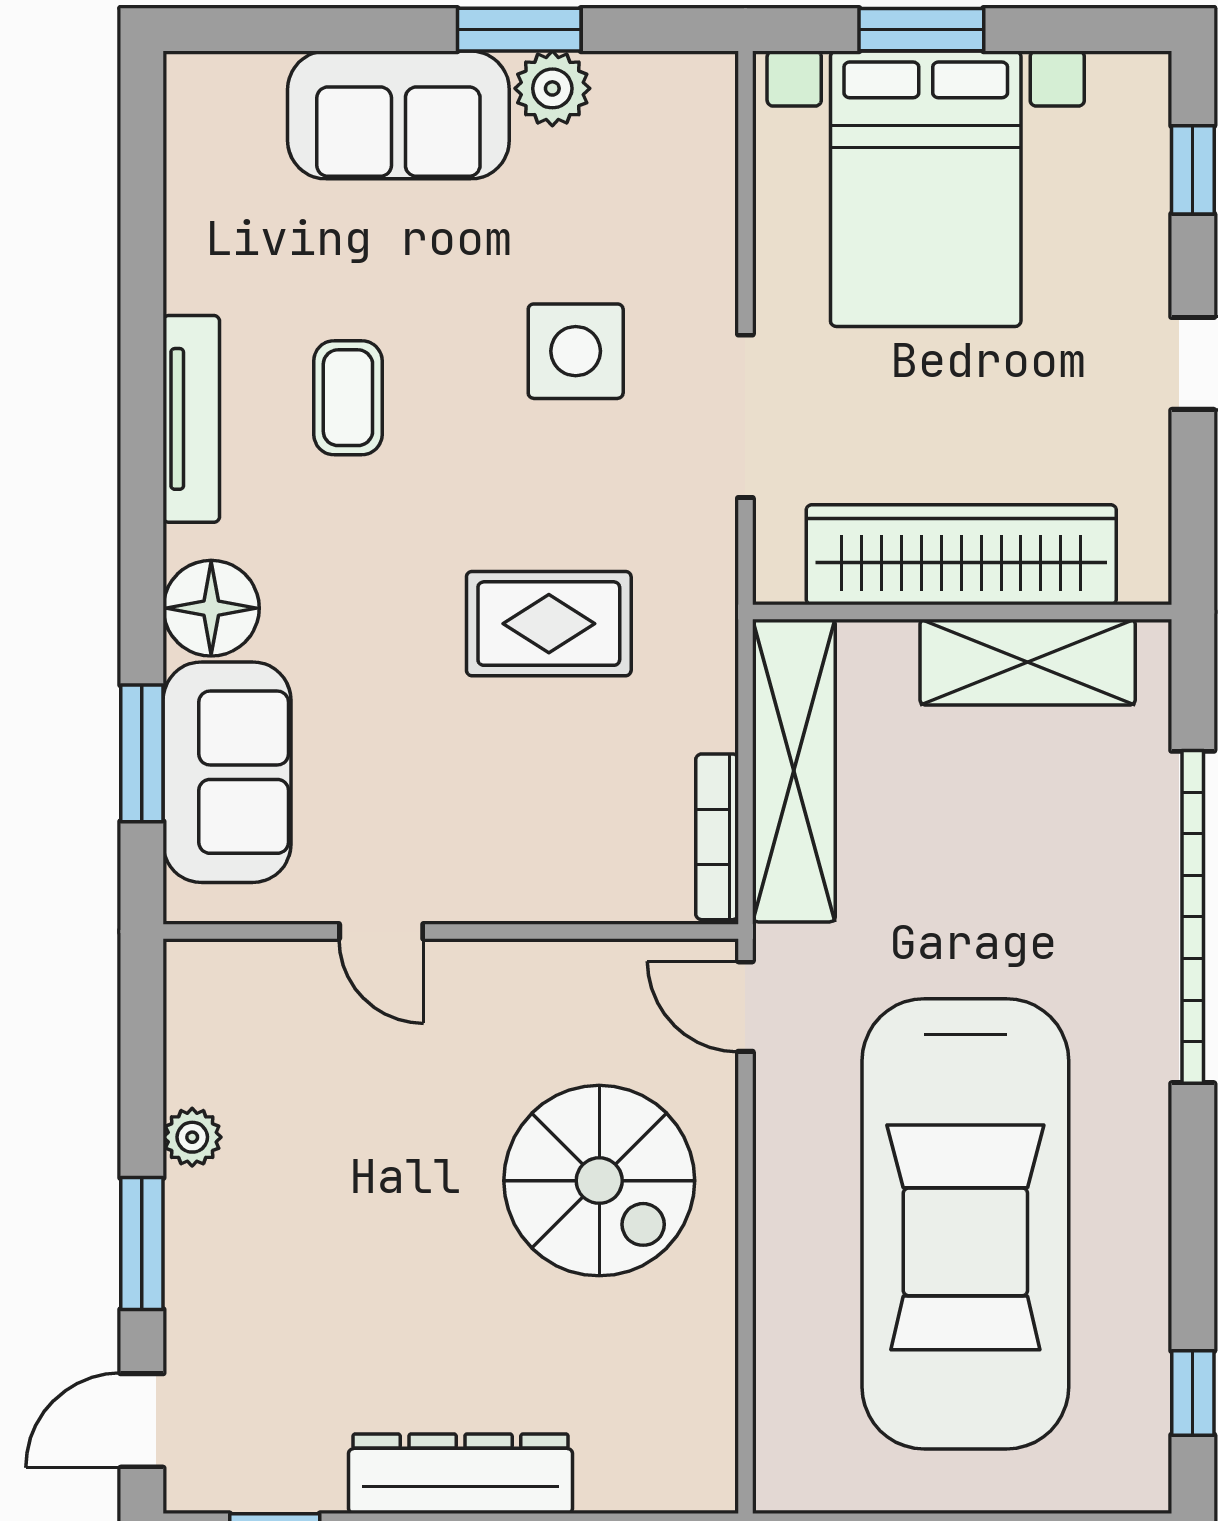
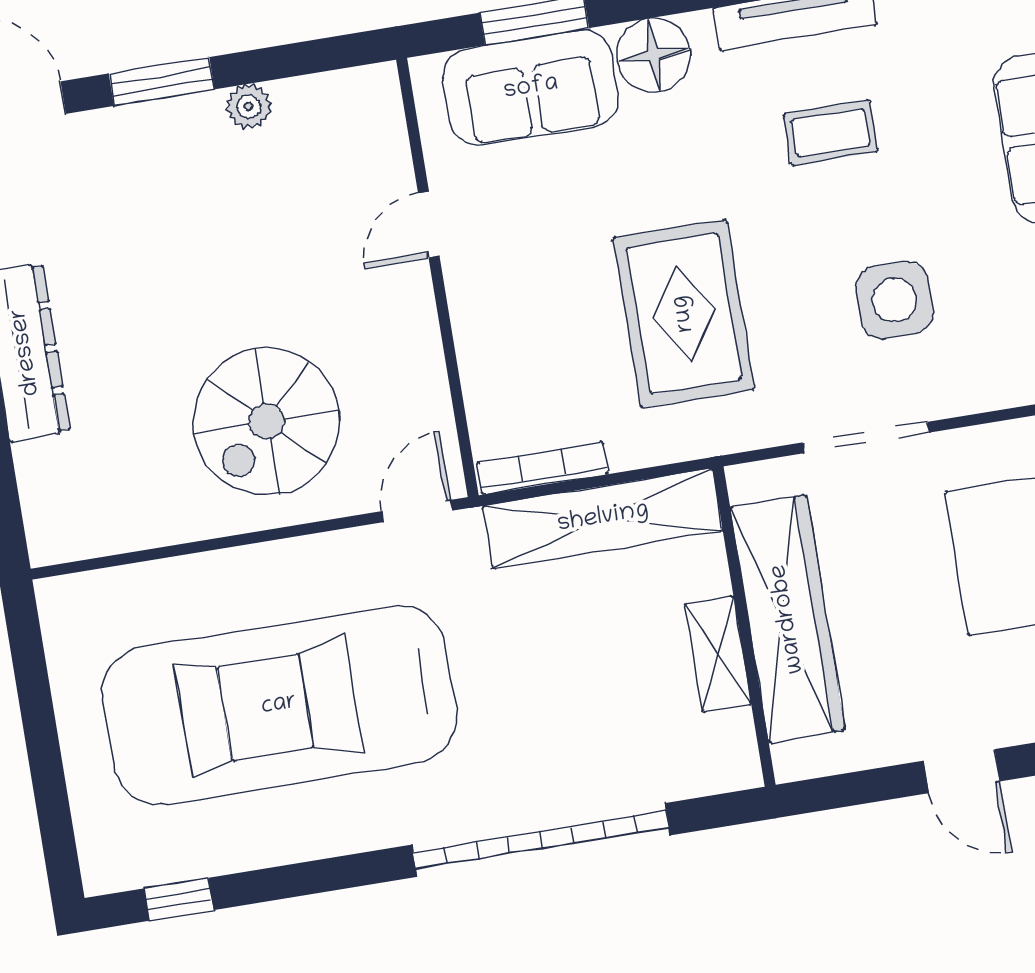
rug: (549, 624) -> (684, 314), width x1.36, depth x1.43
shelving: (1028, 662) -> (718, 654), width x0.67, depth x0.75

